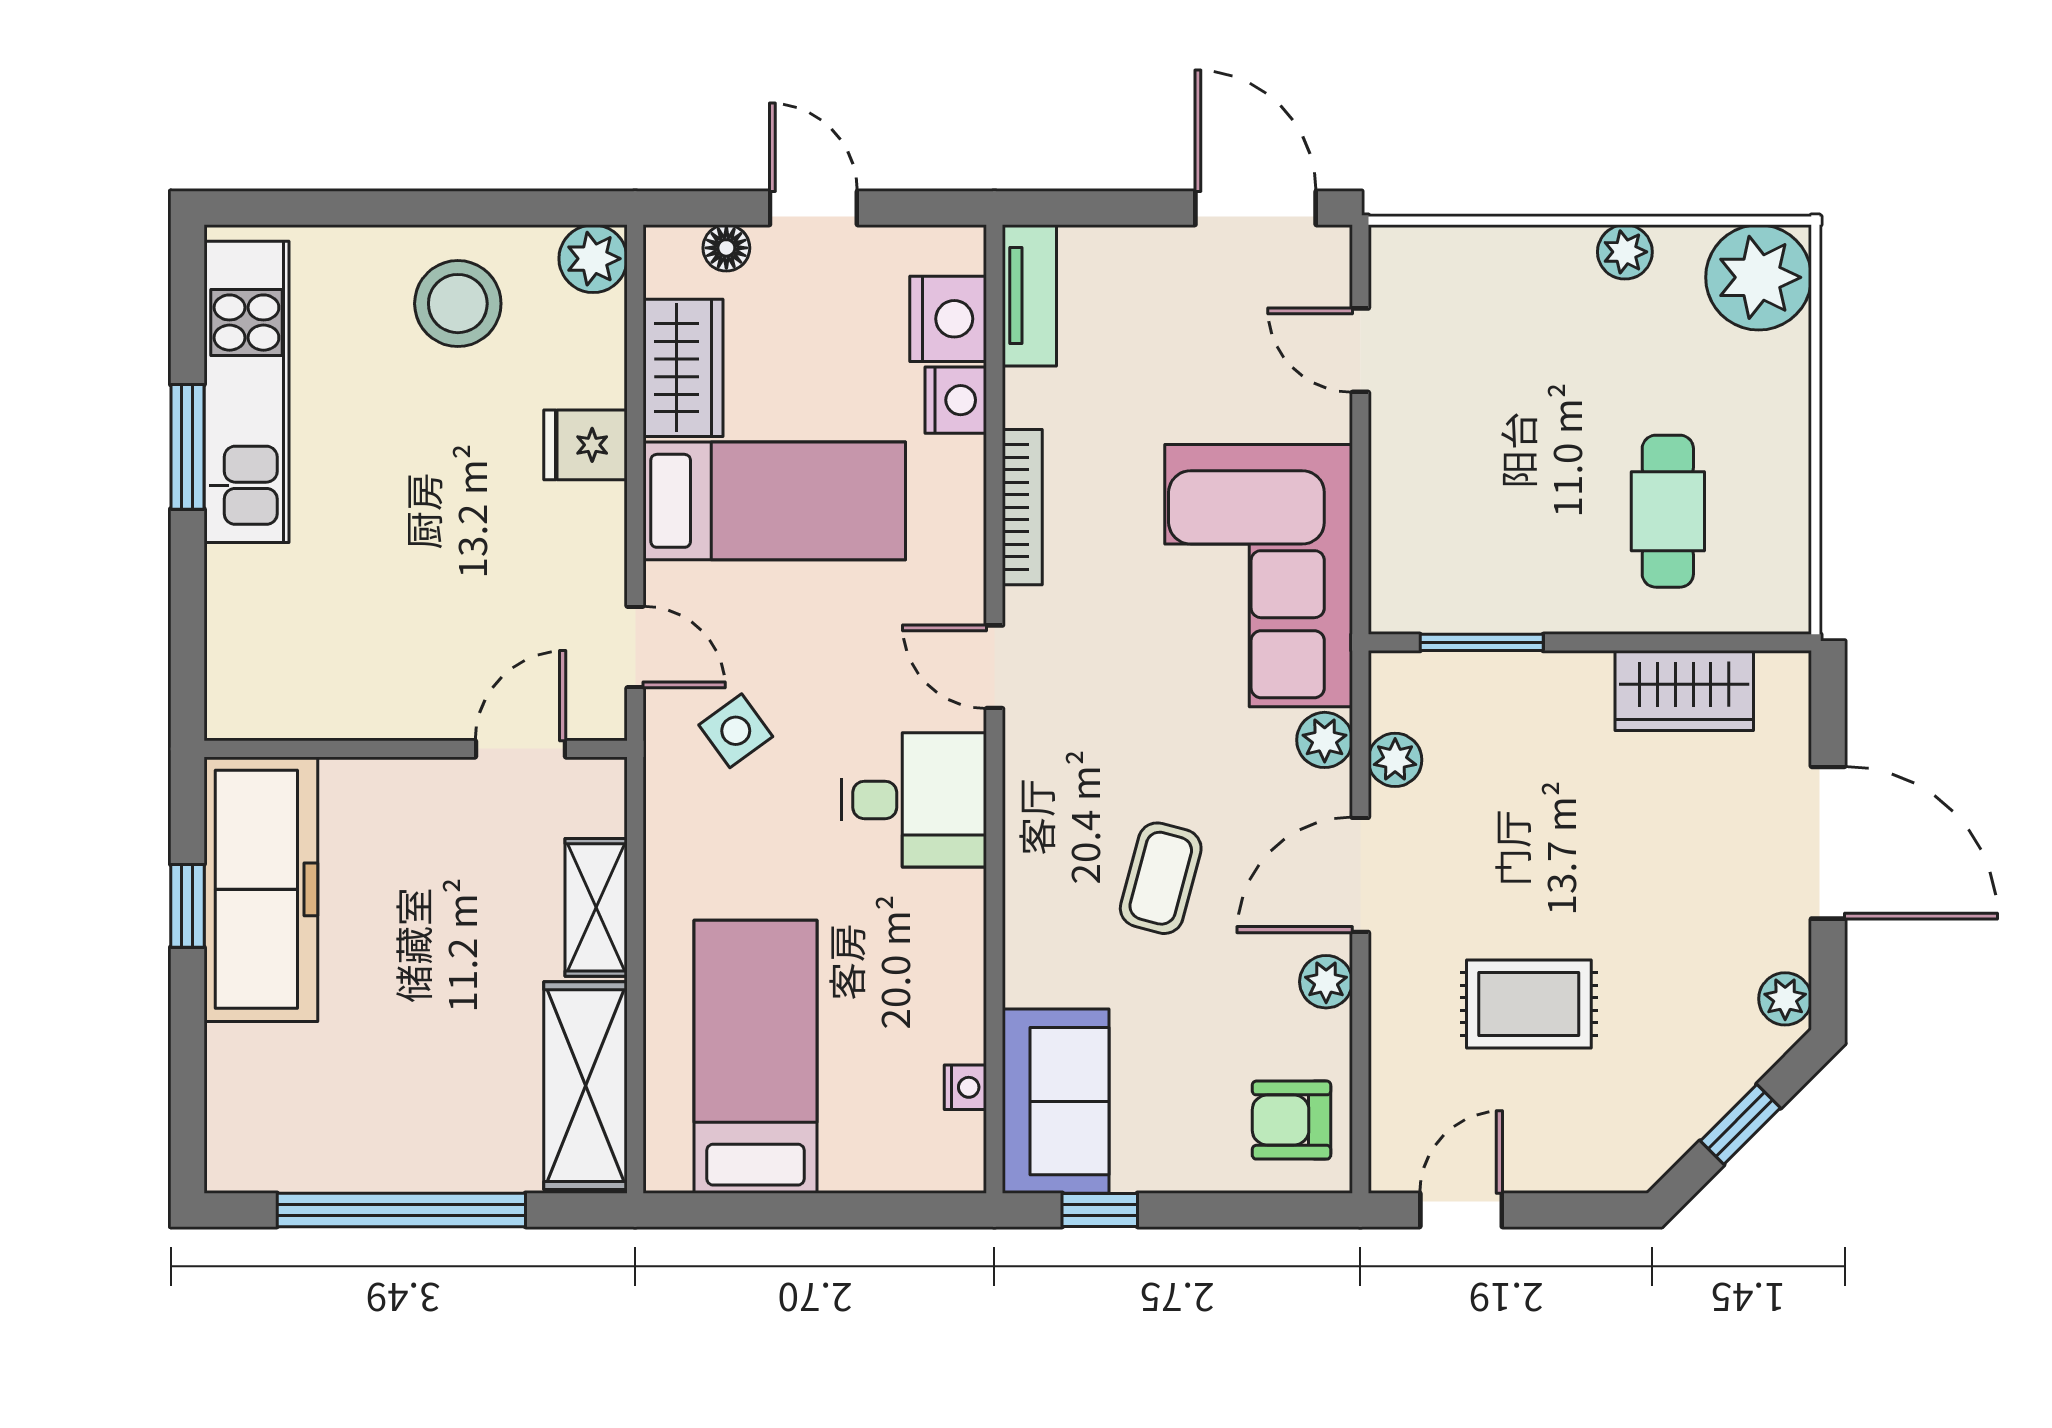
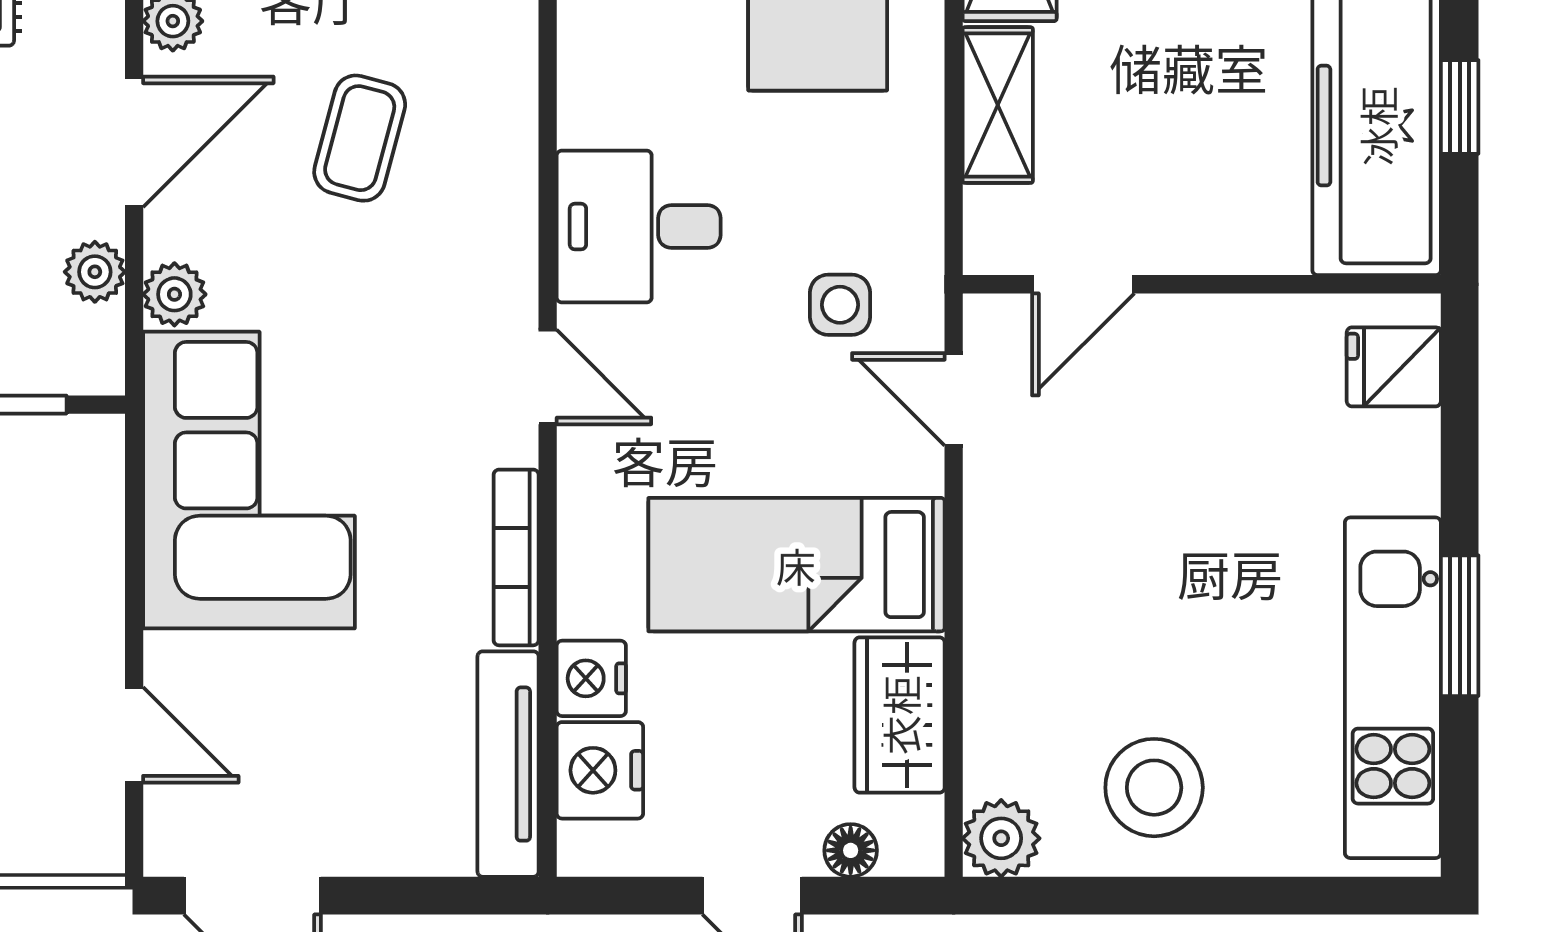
tv unit: (1029, 295) -> (508, 764), width x1.41
fridge: (585, 445) -> (1394, 367), moved, turned 180
side table: (736, 731) -> (840, 305), turned 36

